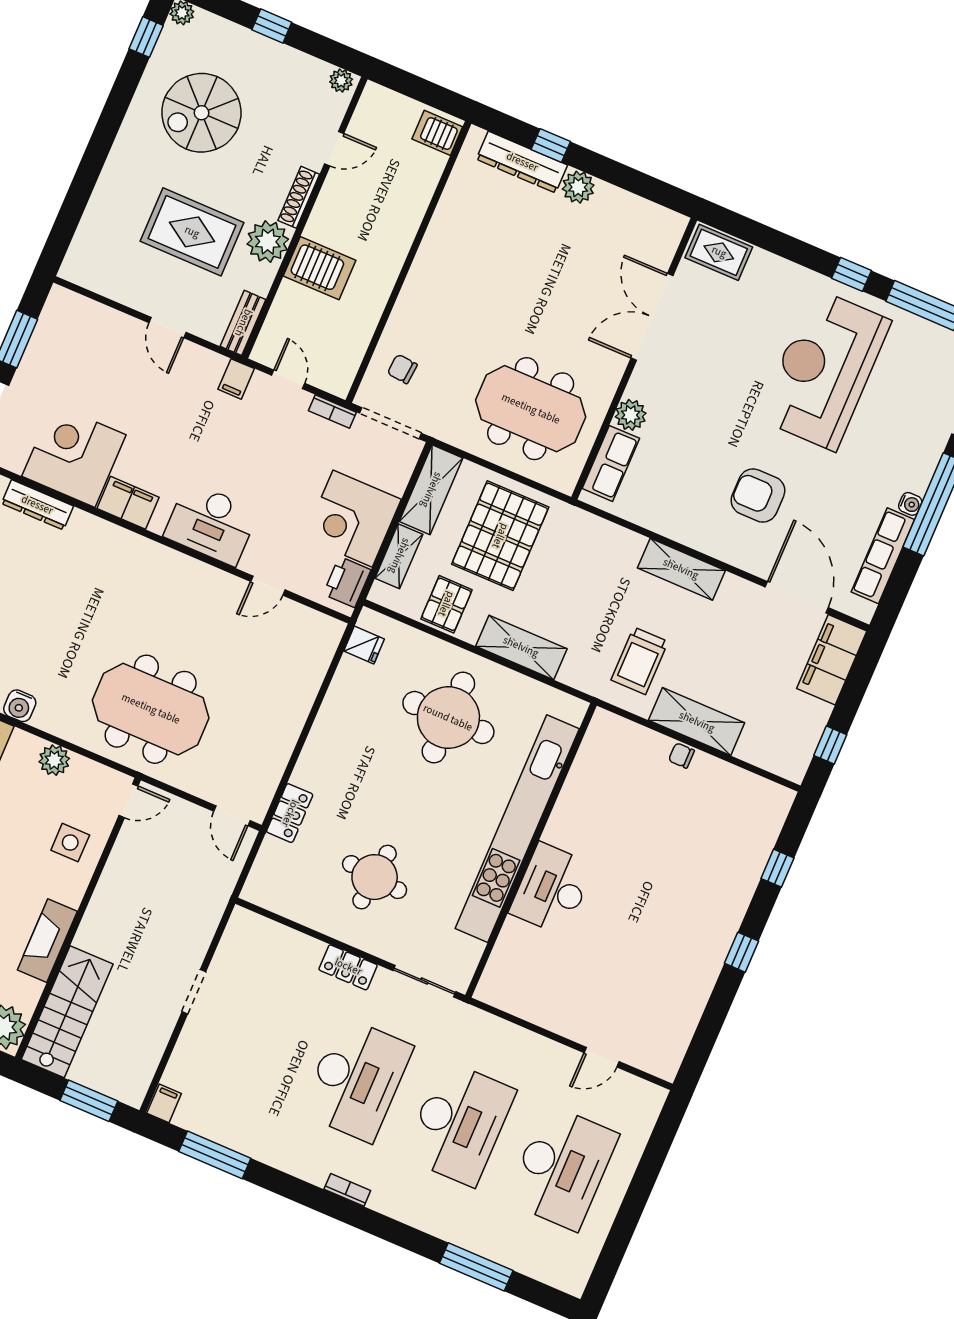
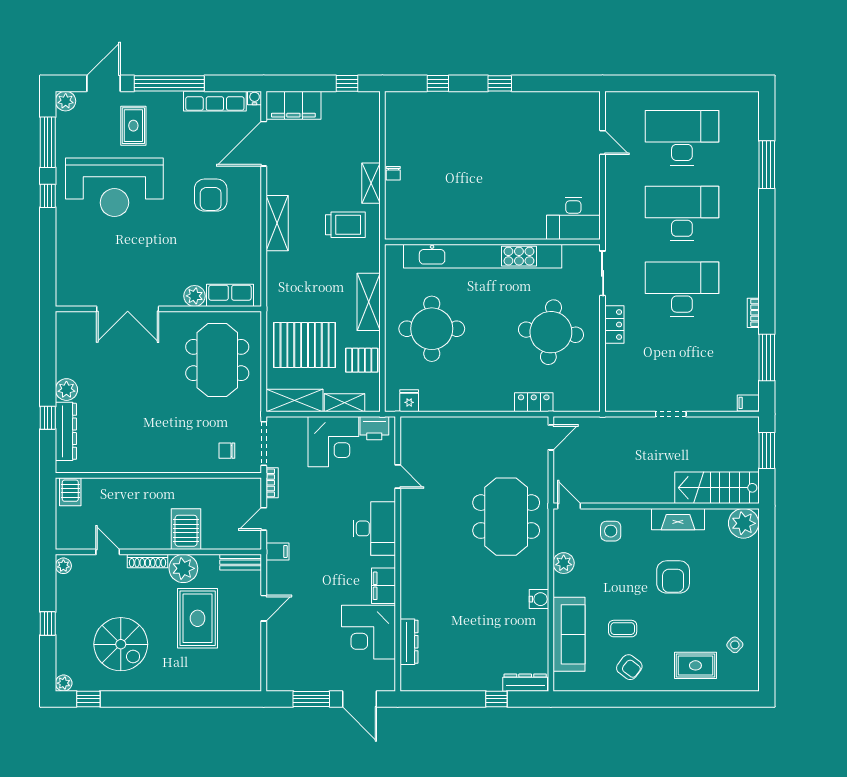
rug: (719, 252) -> (133, 126), moved
chair: (402, 369) -> (227, 451), turned 85
water cooler: (910, 504) -> (255, 98), moved
shelving: (697, 722) -> (371, 183), width x0.67, depth x0.75
round table: (375, 877) -> (551, 332), width x1.36, depth x1.36
desk: (552, 889) -> (573, 218), moved
bookcase: (347, 1190) -> (753, 313), moved

